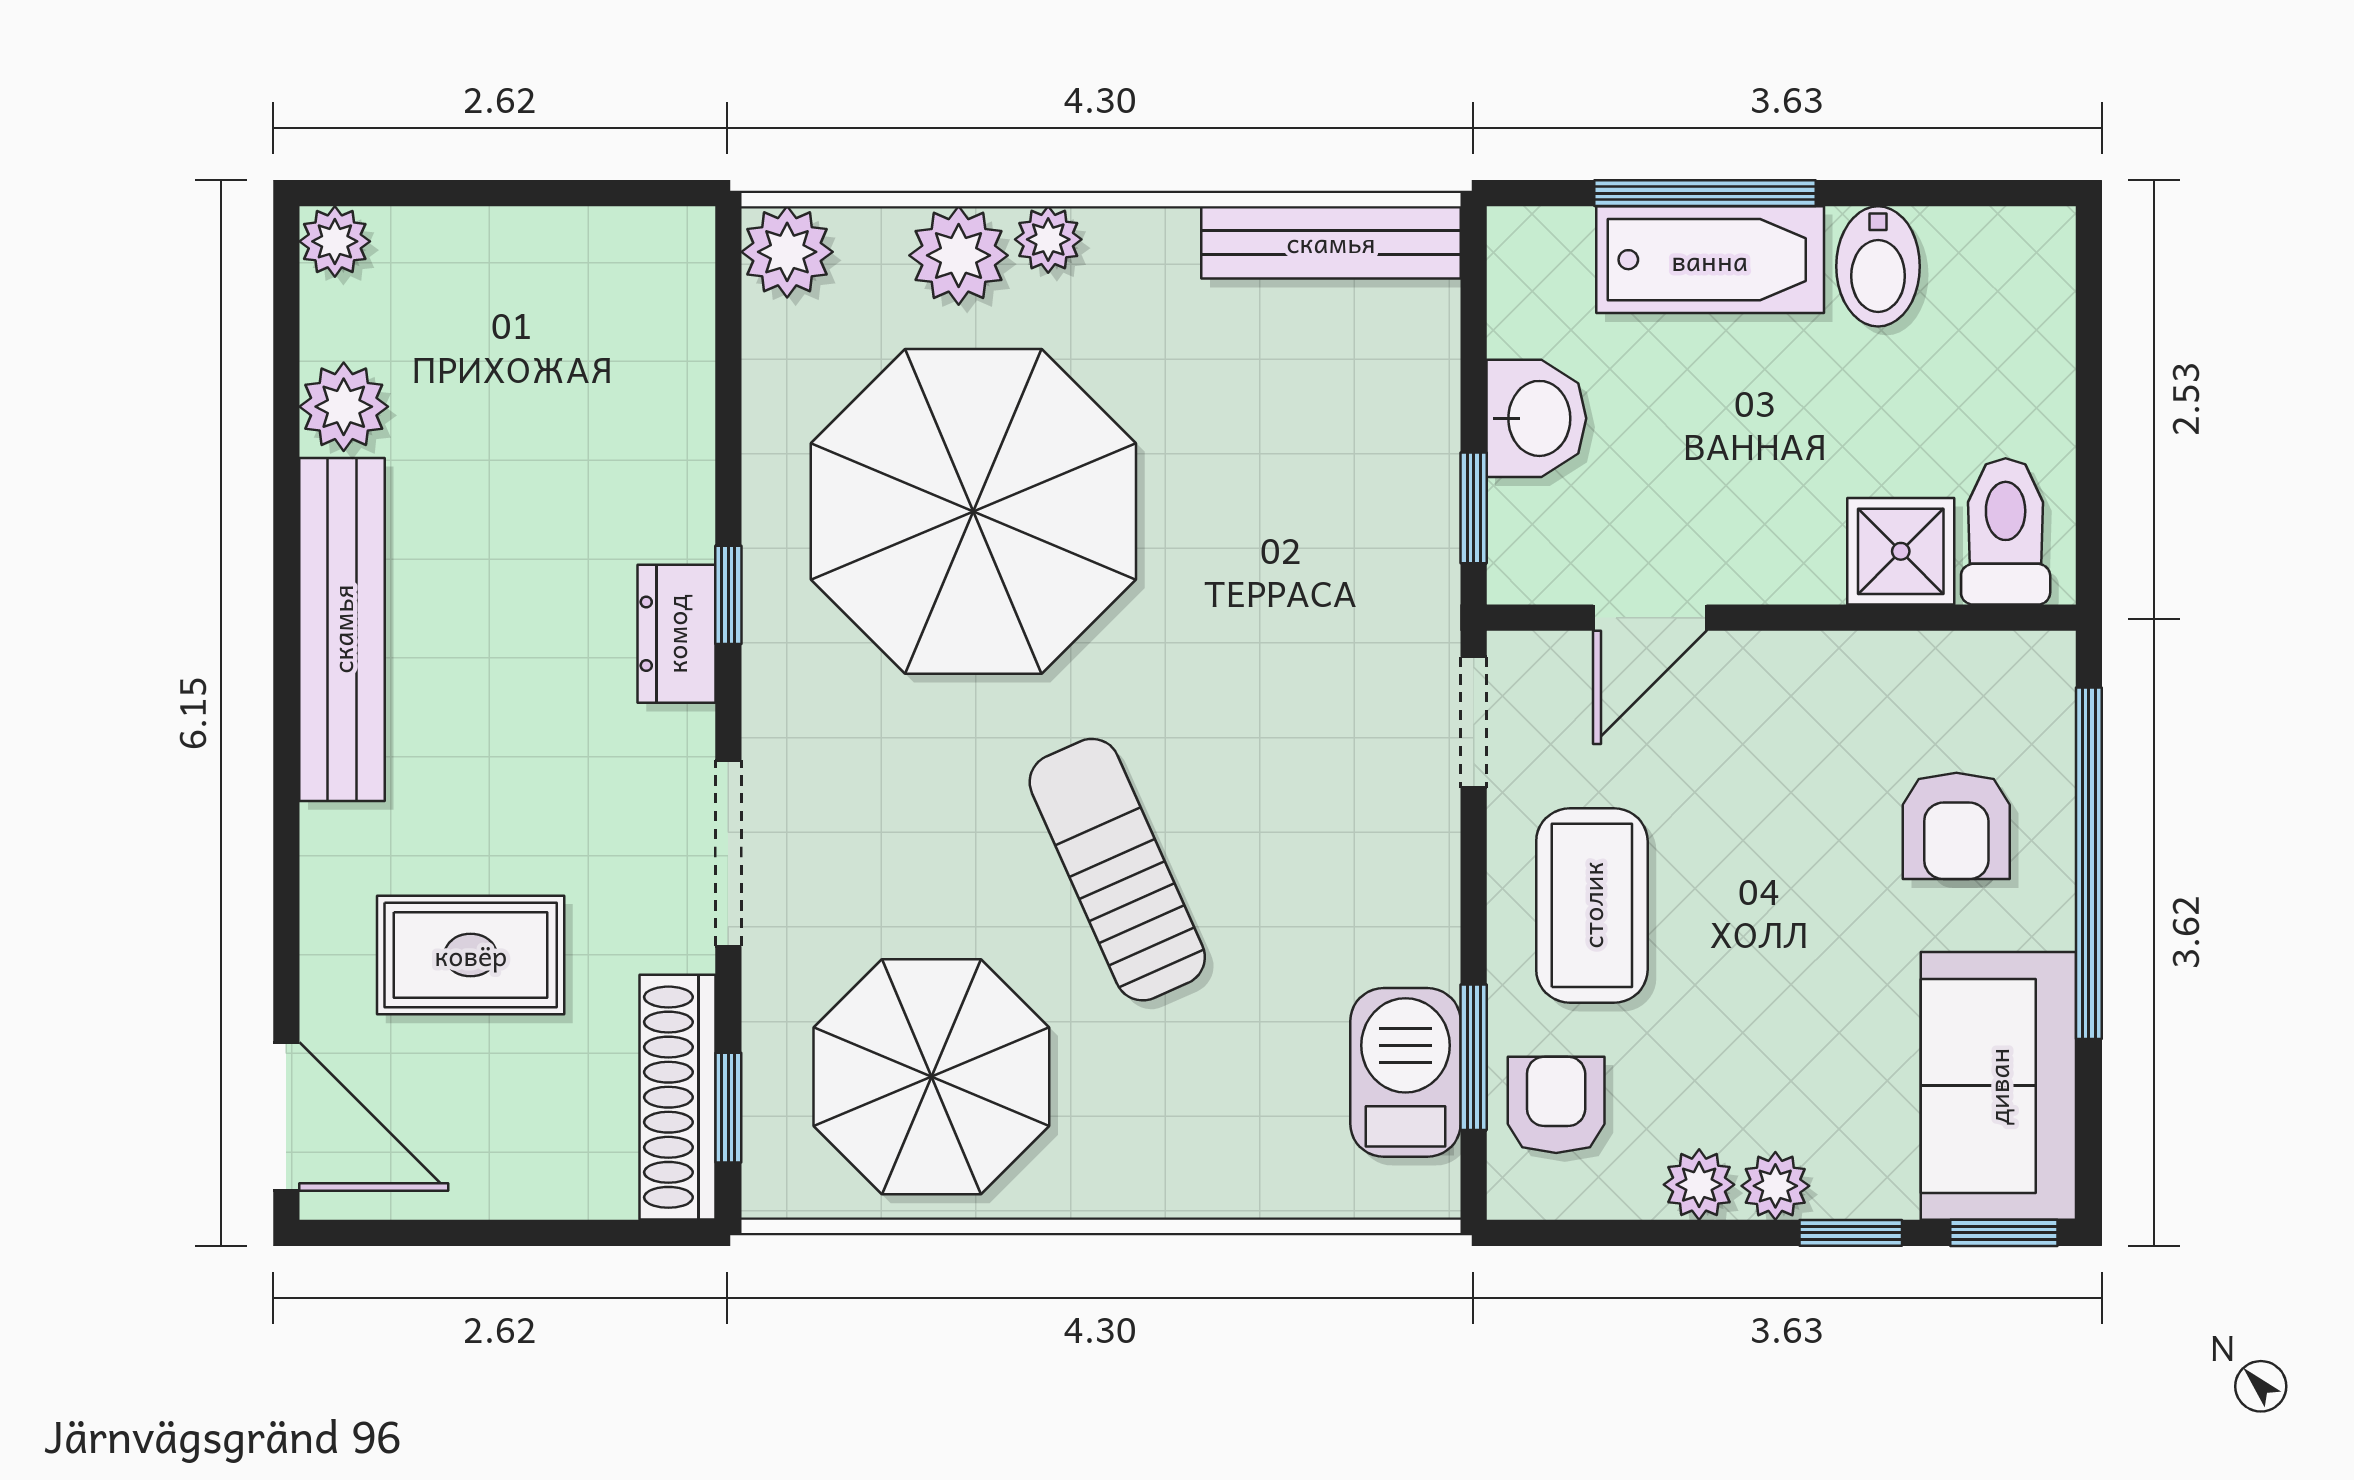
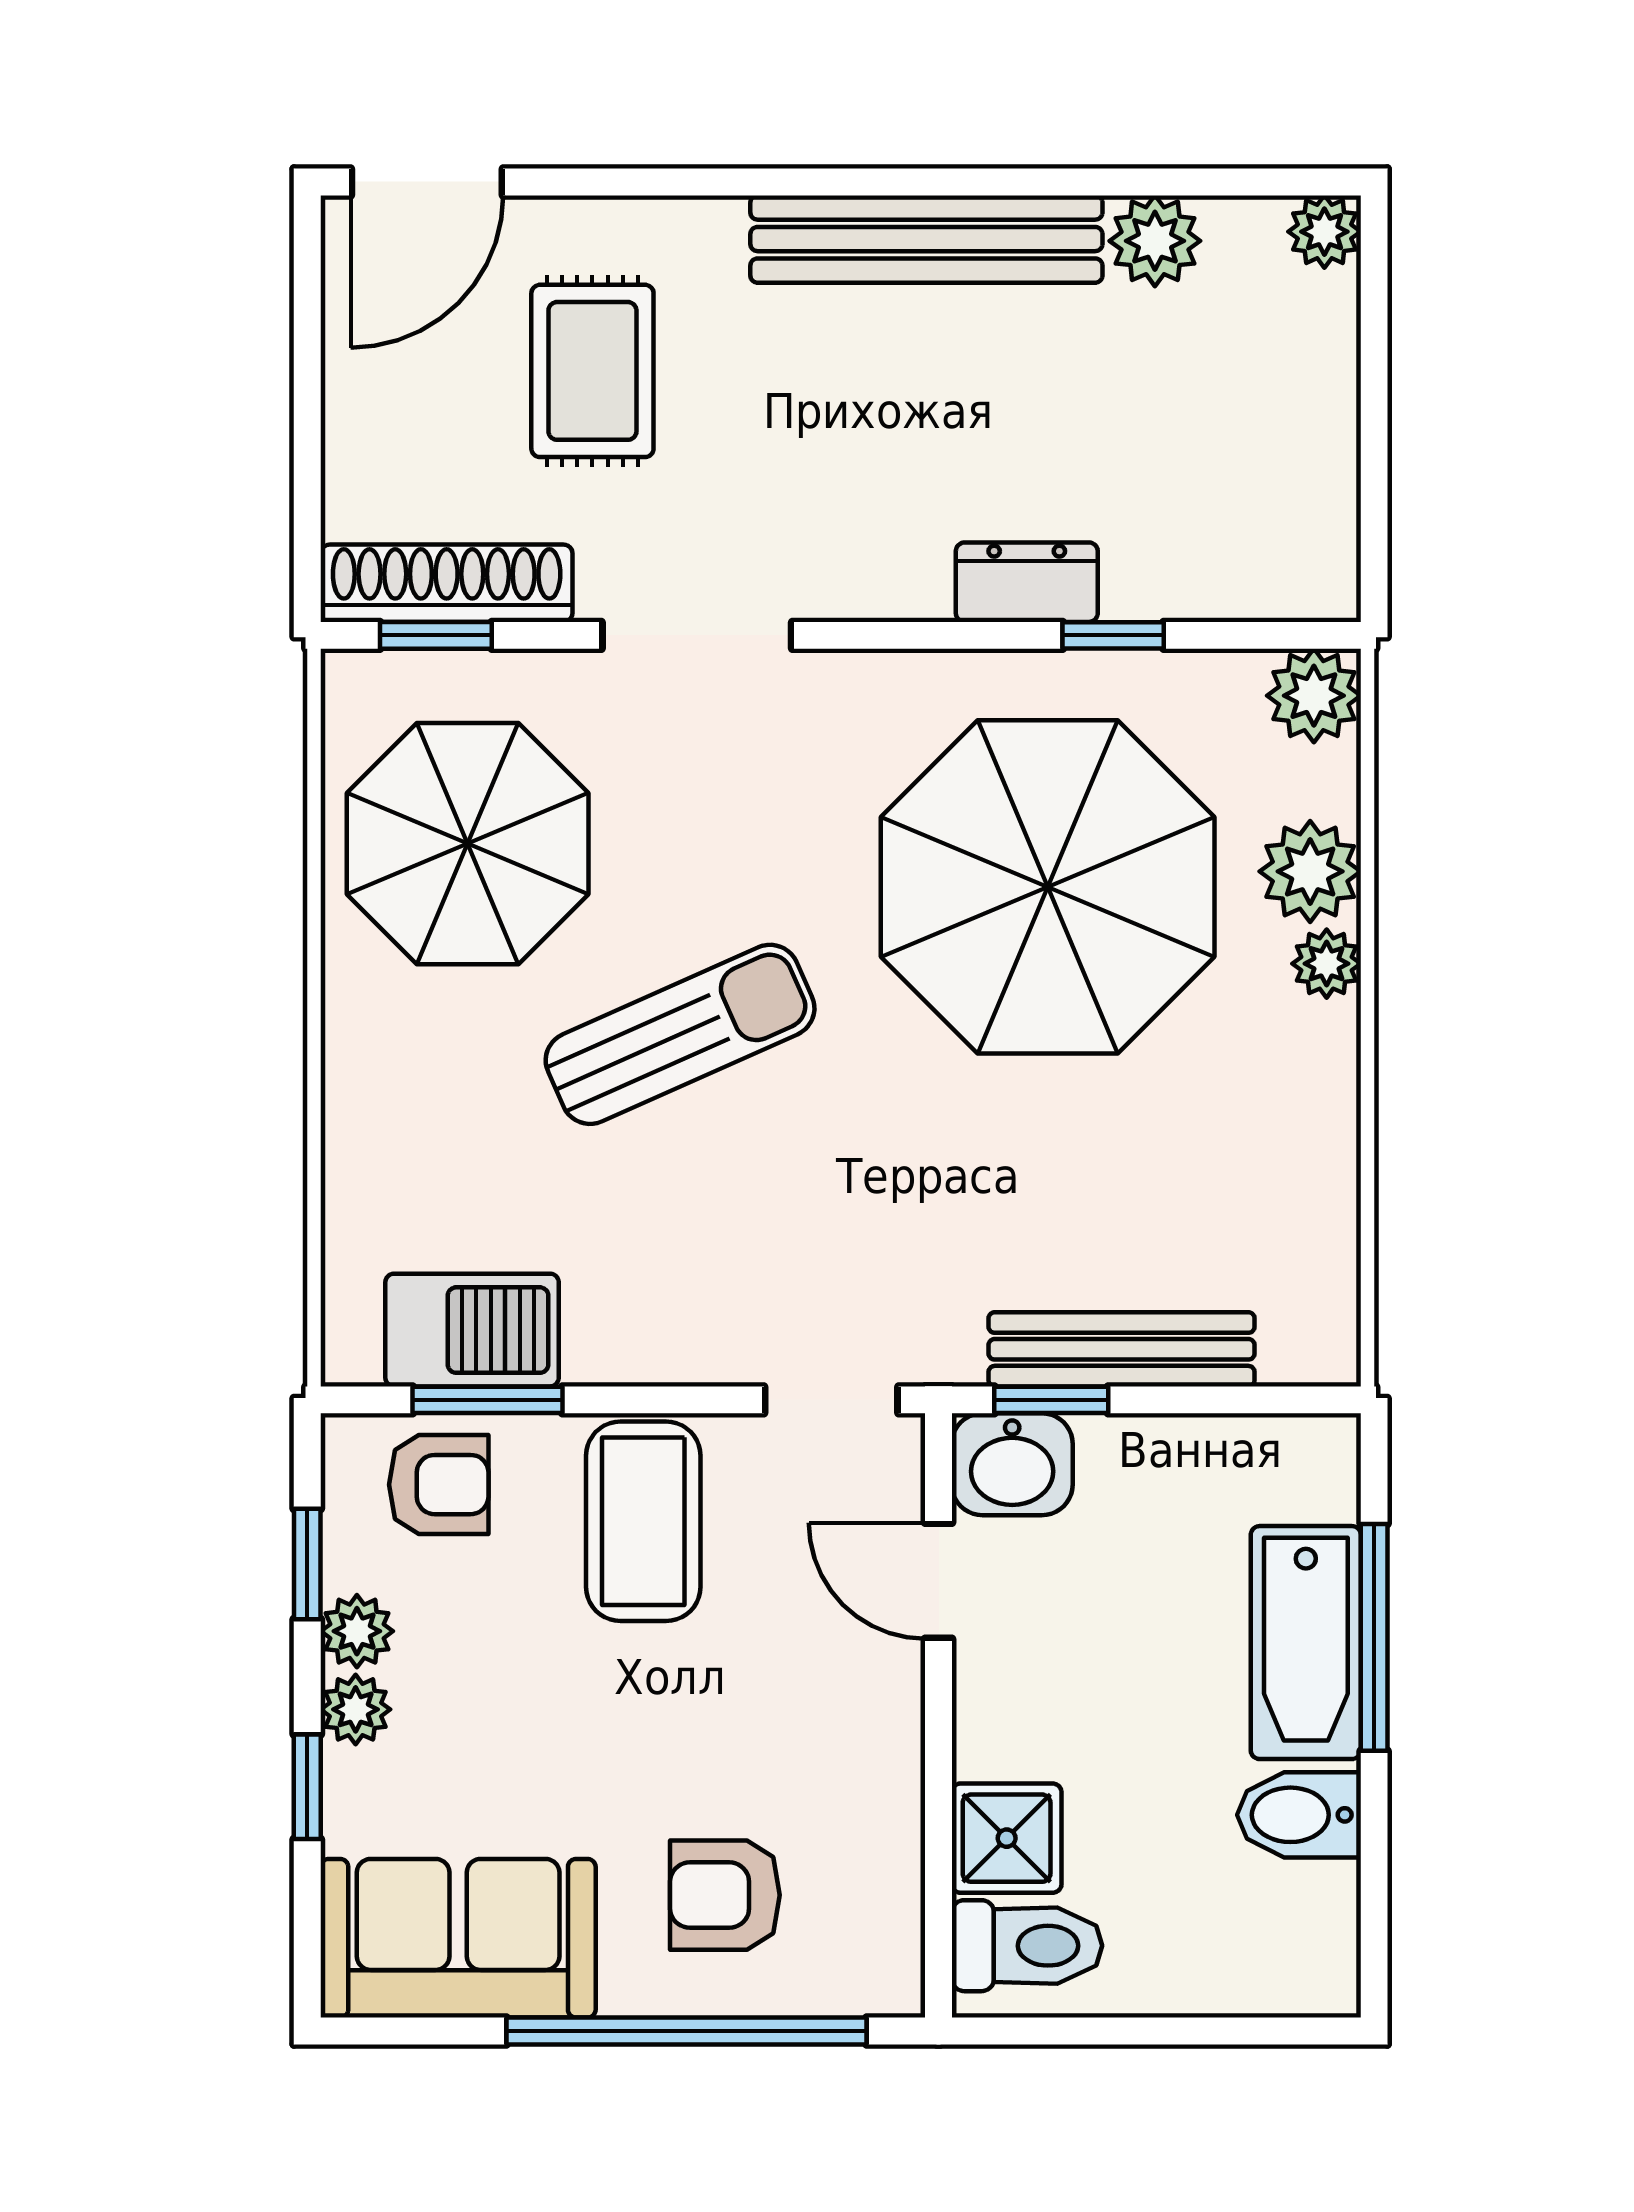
bench: (1331, 242) -> (1122, 1349), moved, turned 90
washbasin: (1536, 418) -> (1012, 1464), moved
window: (728, 595) -> (1113, 635), moved
dresser: (676, 634) -> (1027, 582), moved
coffee table: (1592, 905) -> (643, 1521), turned 90
window: (2004, 1233) -> (307, 1564), moved

